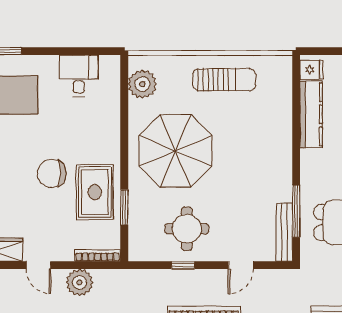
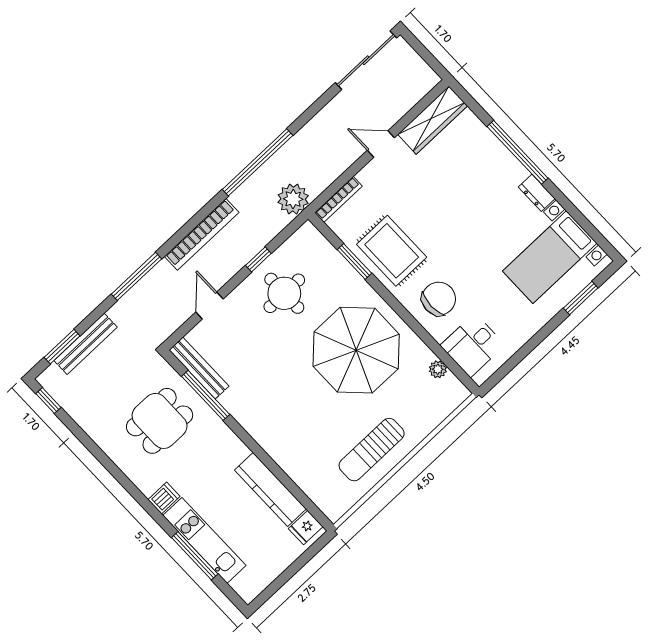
desk: (79, 76) -> (473, 345), moved, turned 90
plant: (142, 84) -> (438, 369), width x0.53, depth x0.53
chair: (52, 173) -> (439, 299), moved
plant: (79, 282) -> (293, 199), moved

